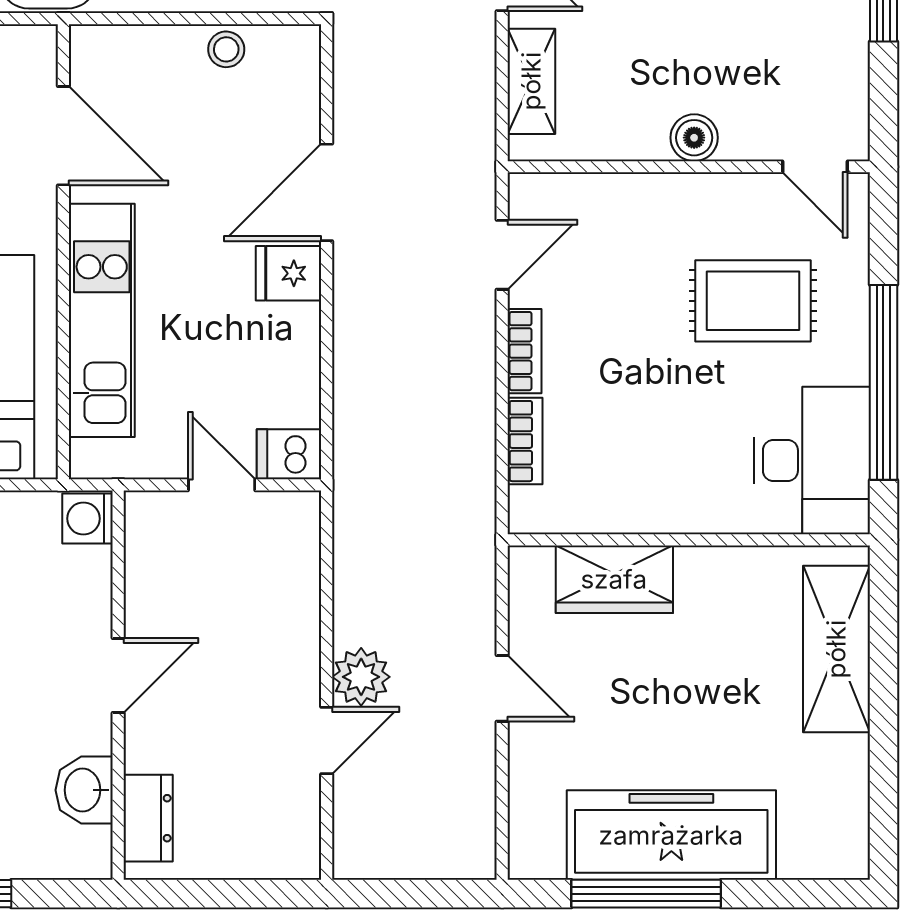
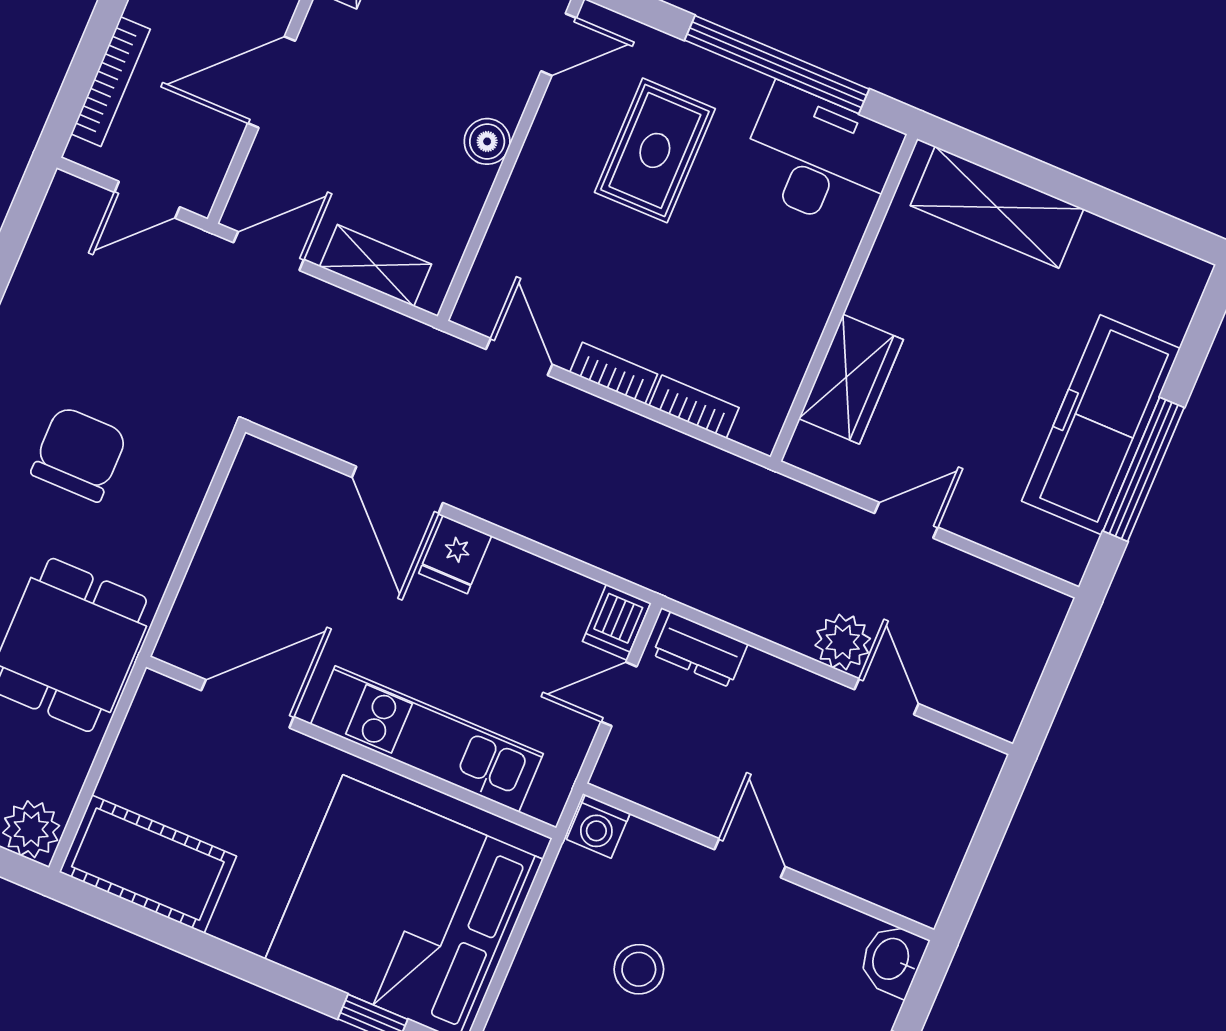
stool: (226, 49) -> (232, 526), removed
washbasin: (84, 790) -> (892, 959), moved, turned 90
dresser: (148, 818) -> (700, 649), moved, turned 180

